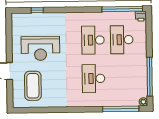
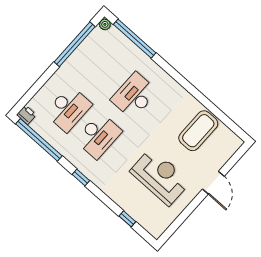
window: (82, 10) -> (81, 177), added
desk: (93, 79) -> (134, 96), turned 180
coffee table: (33, 86) -> (198, 131), moved

